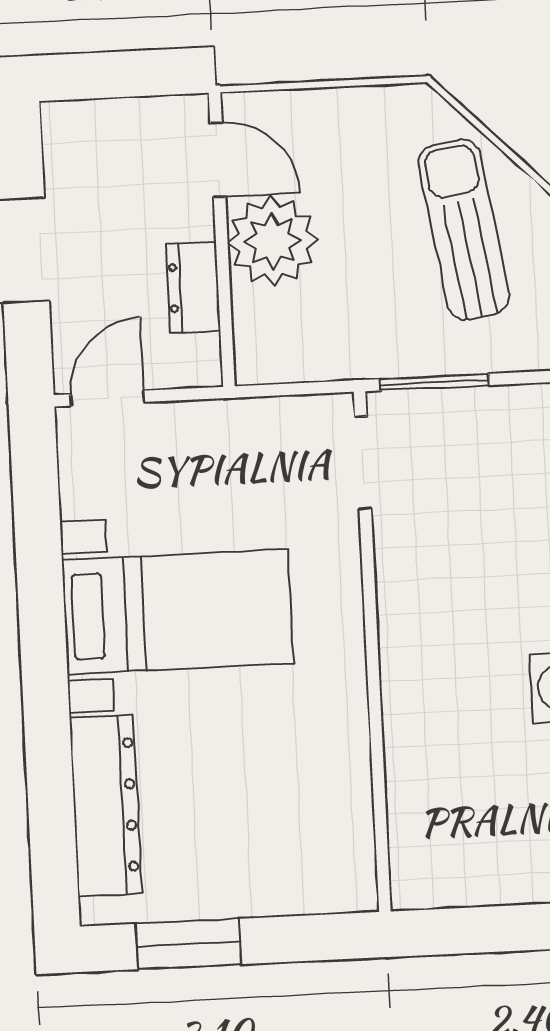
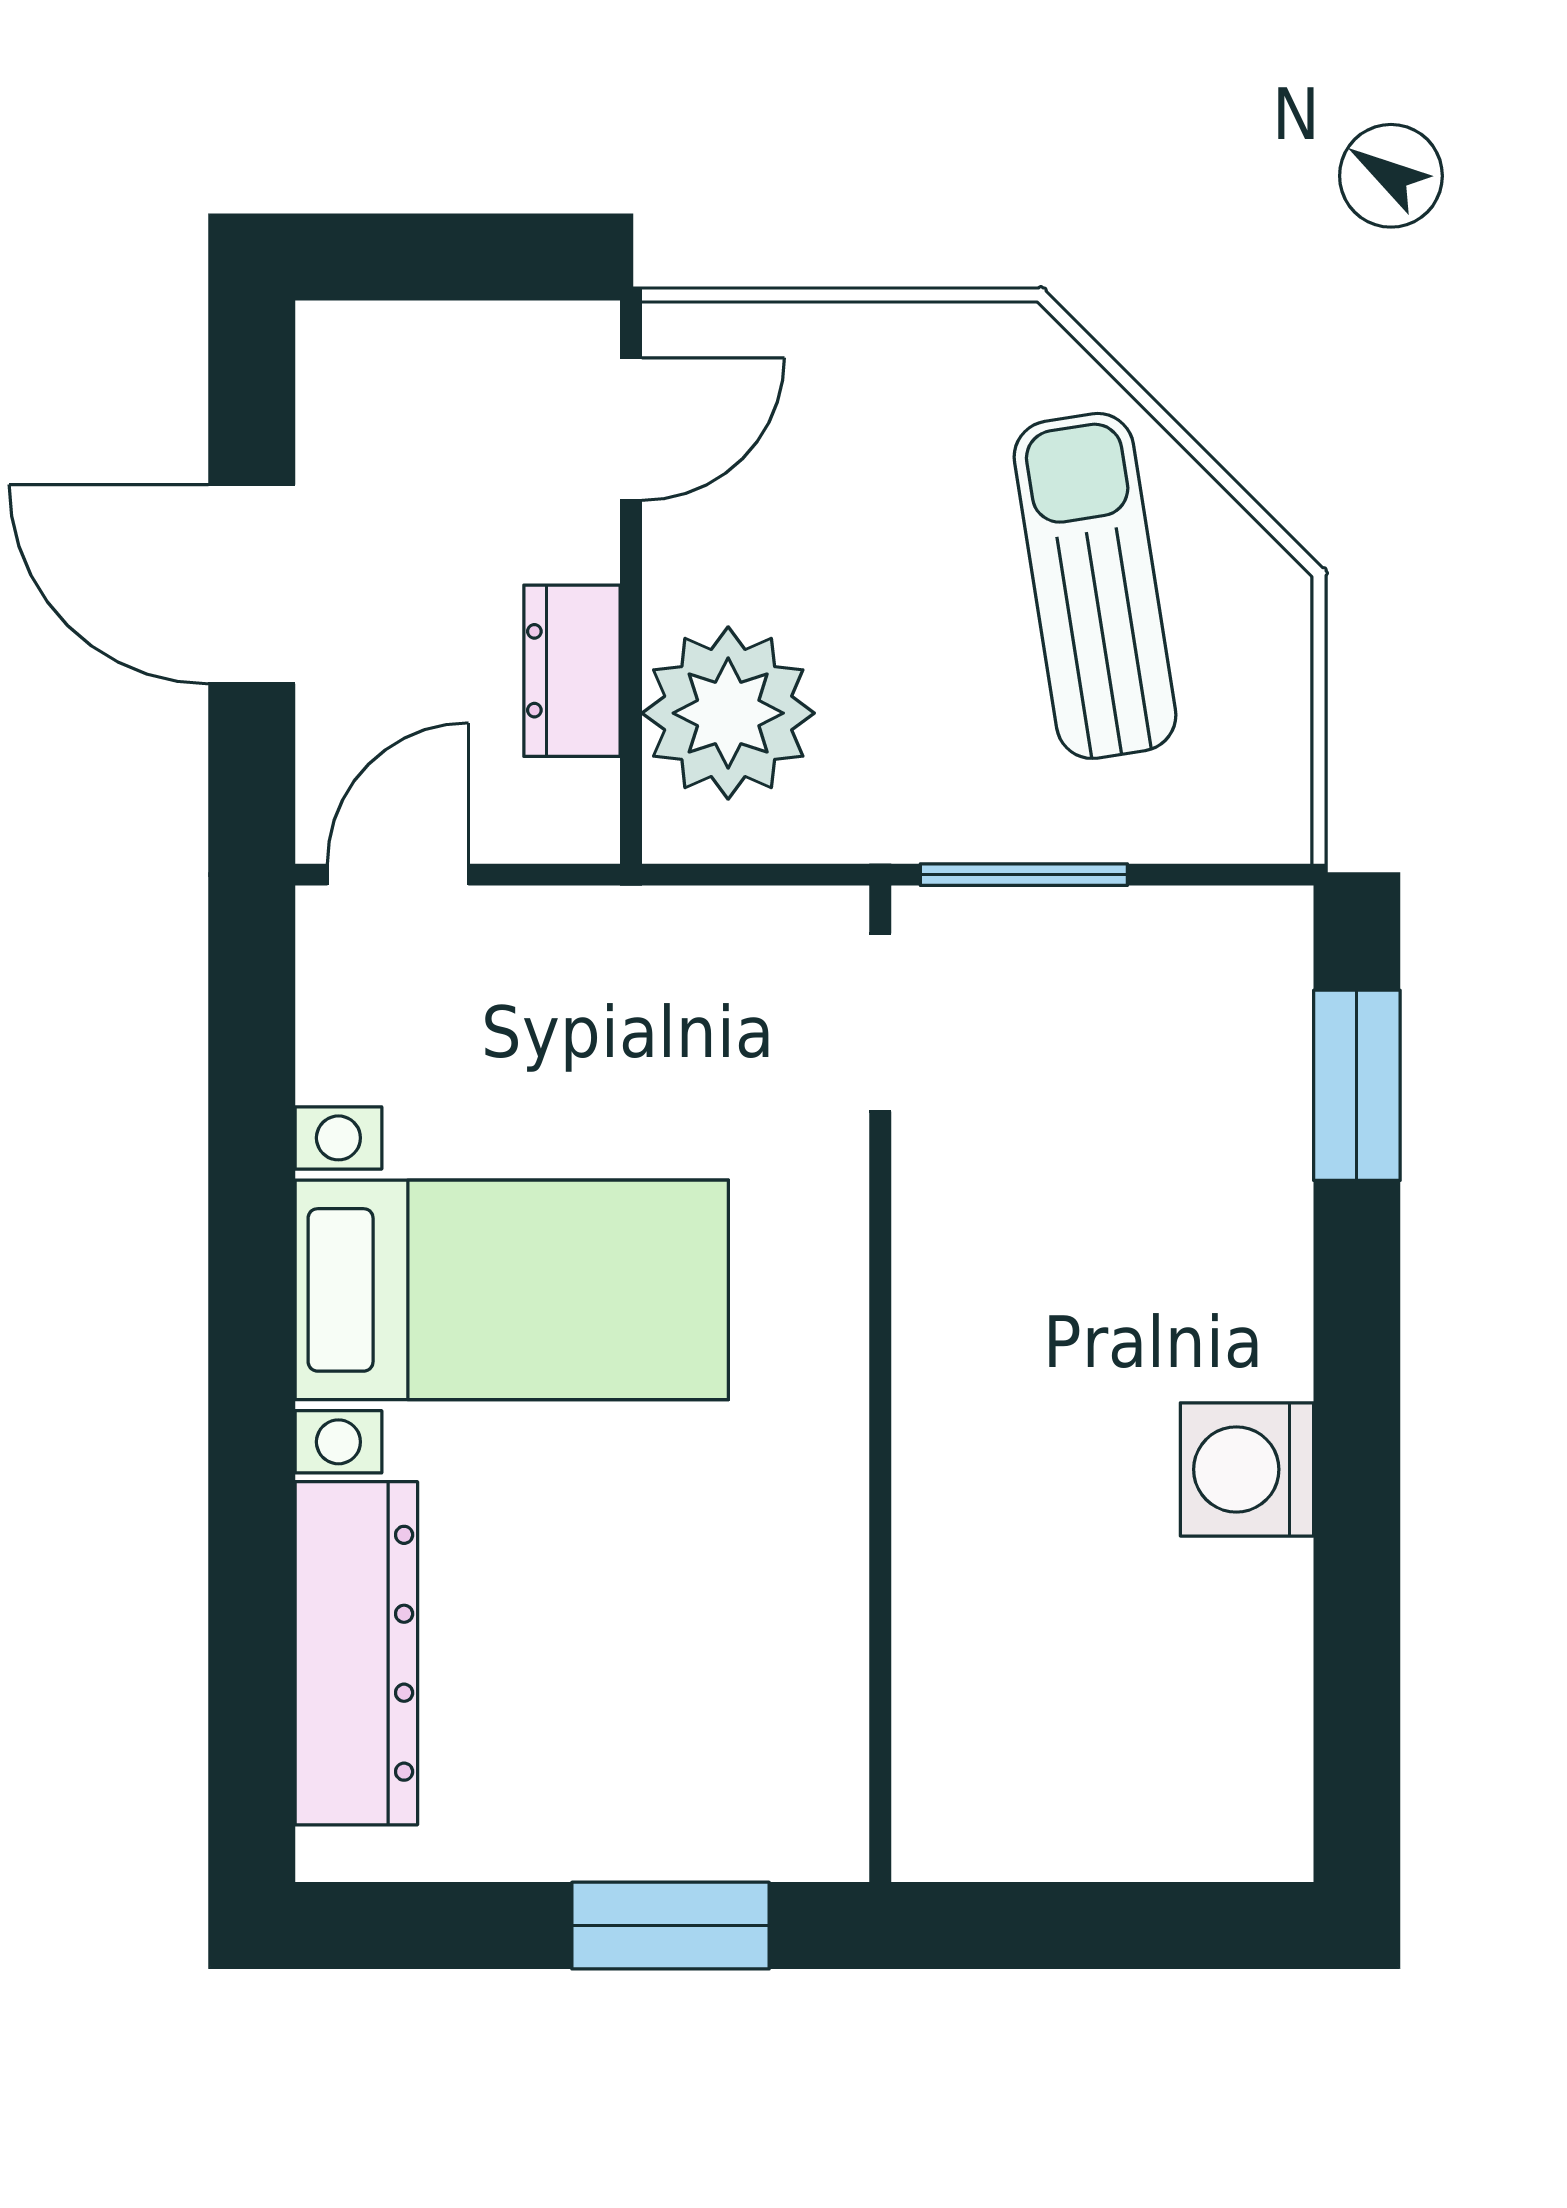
door: (218, 160) -> (631, 429), hinge flipped
plant: (273, 241) -> (728, 713), moved
window: (188, 944) -> (671, 1926), moved

